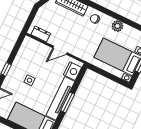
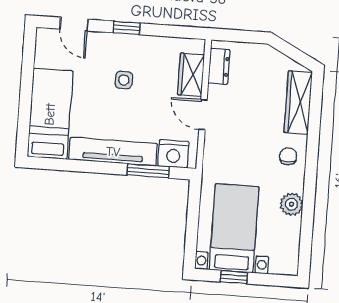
wardrobe: (39, 48) -> (191, 75), added
window: (68, 102) -> (148, 171), moved

